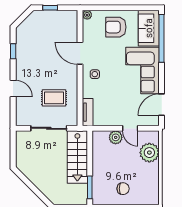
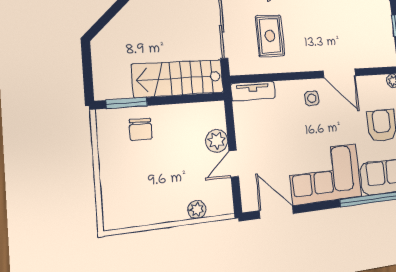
door: (80, 53) -> (339, 73), swing flipped
plant: (149, 153) -> (197, 210), width x0.53, depth x0.53
chair: (123, 189) -> (141, 129), moved

